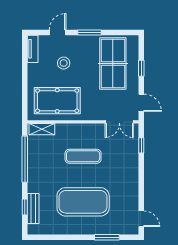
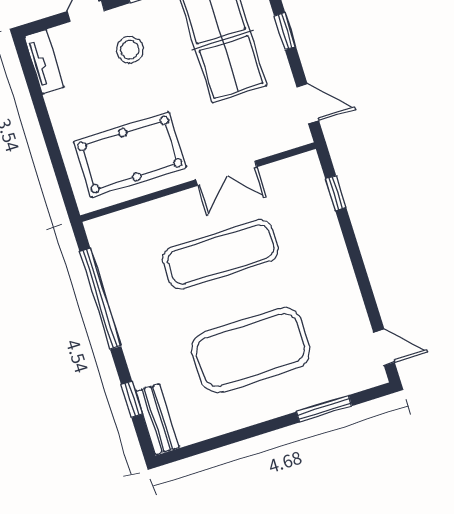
stool: (64, 63) -> (130, 50), moved
double door: (119, 122) -> (226, 173), moved
shelving: (42, 129) -> (116, 225), removed
exercise mat: (83, 156) -> (221, 254), width x1.36, depth x1.45
bench: (33, 209) -> (157, 419), moved

